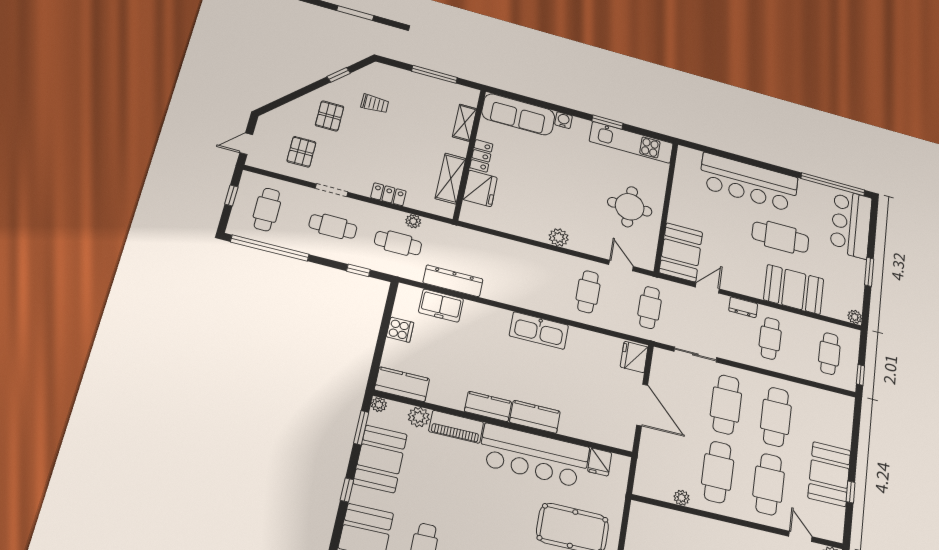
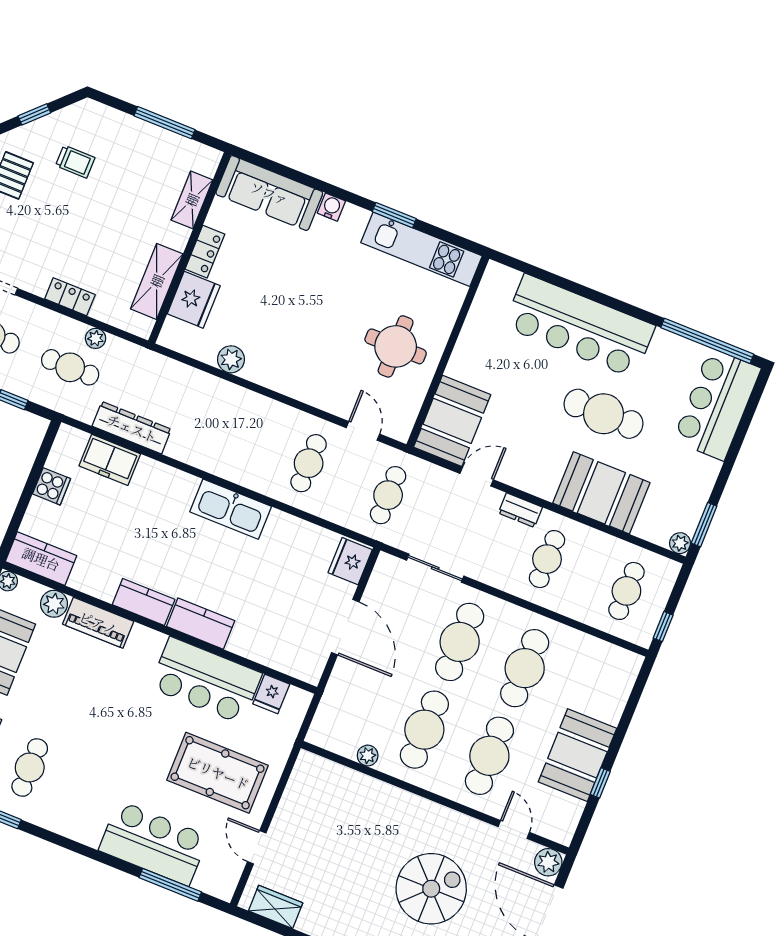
plant: (559, 237) -> (231, 359), moved
window: (869, 272) -> (704, 525), moved
bar counter: (534, 456) -> (206, 680), width x0.73

